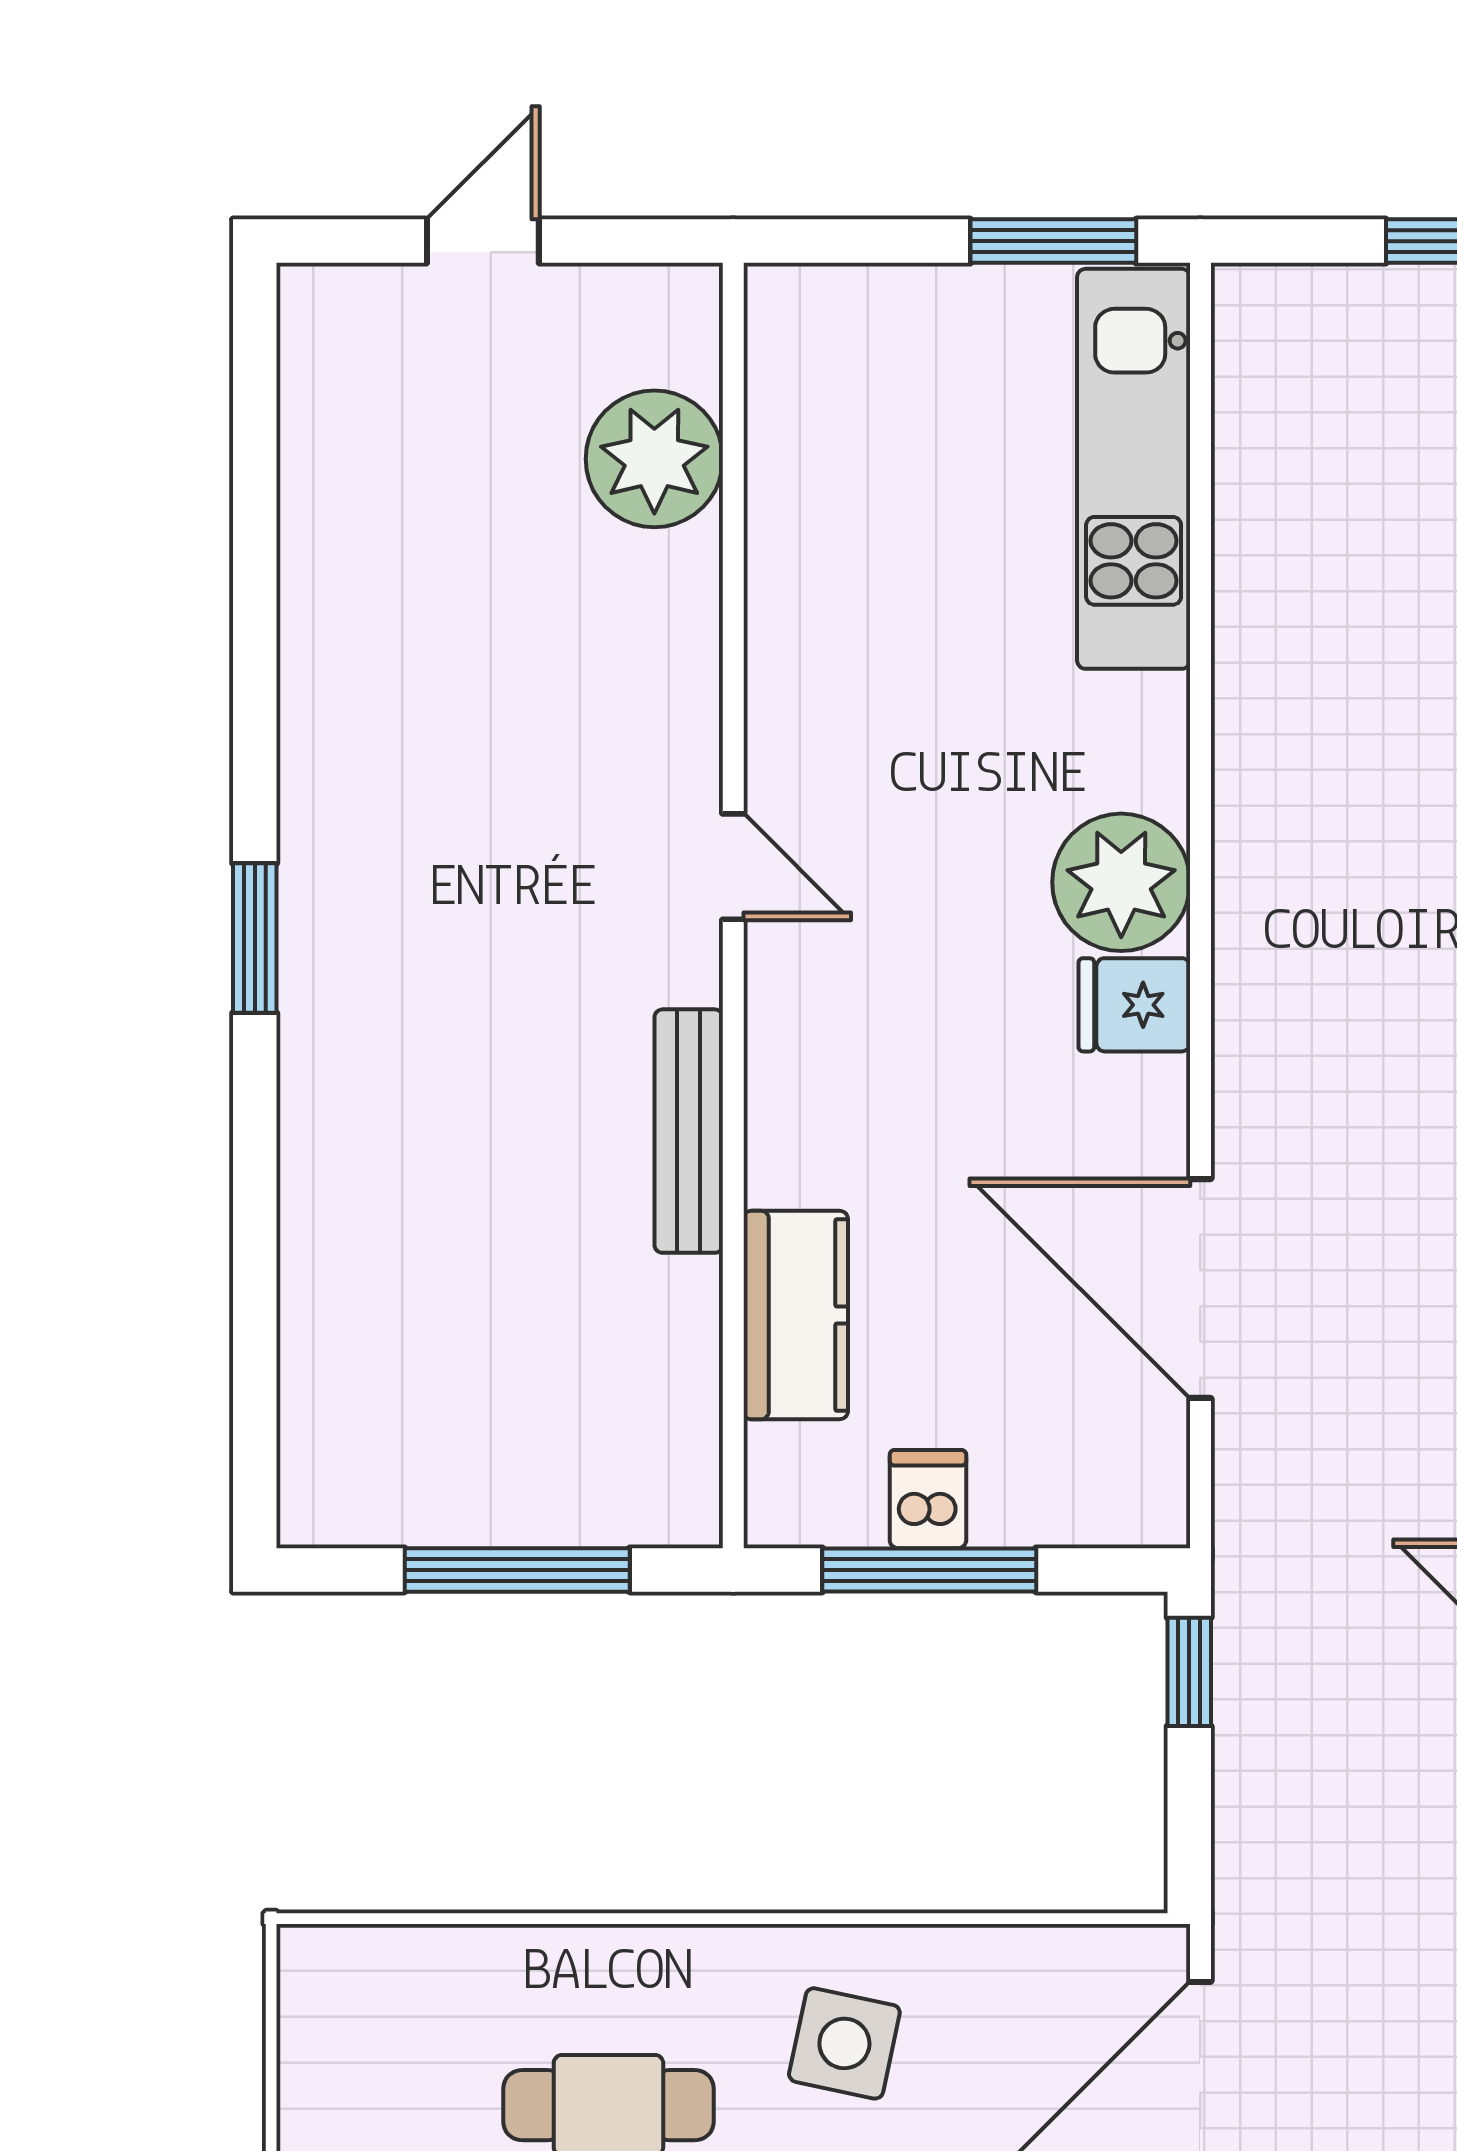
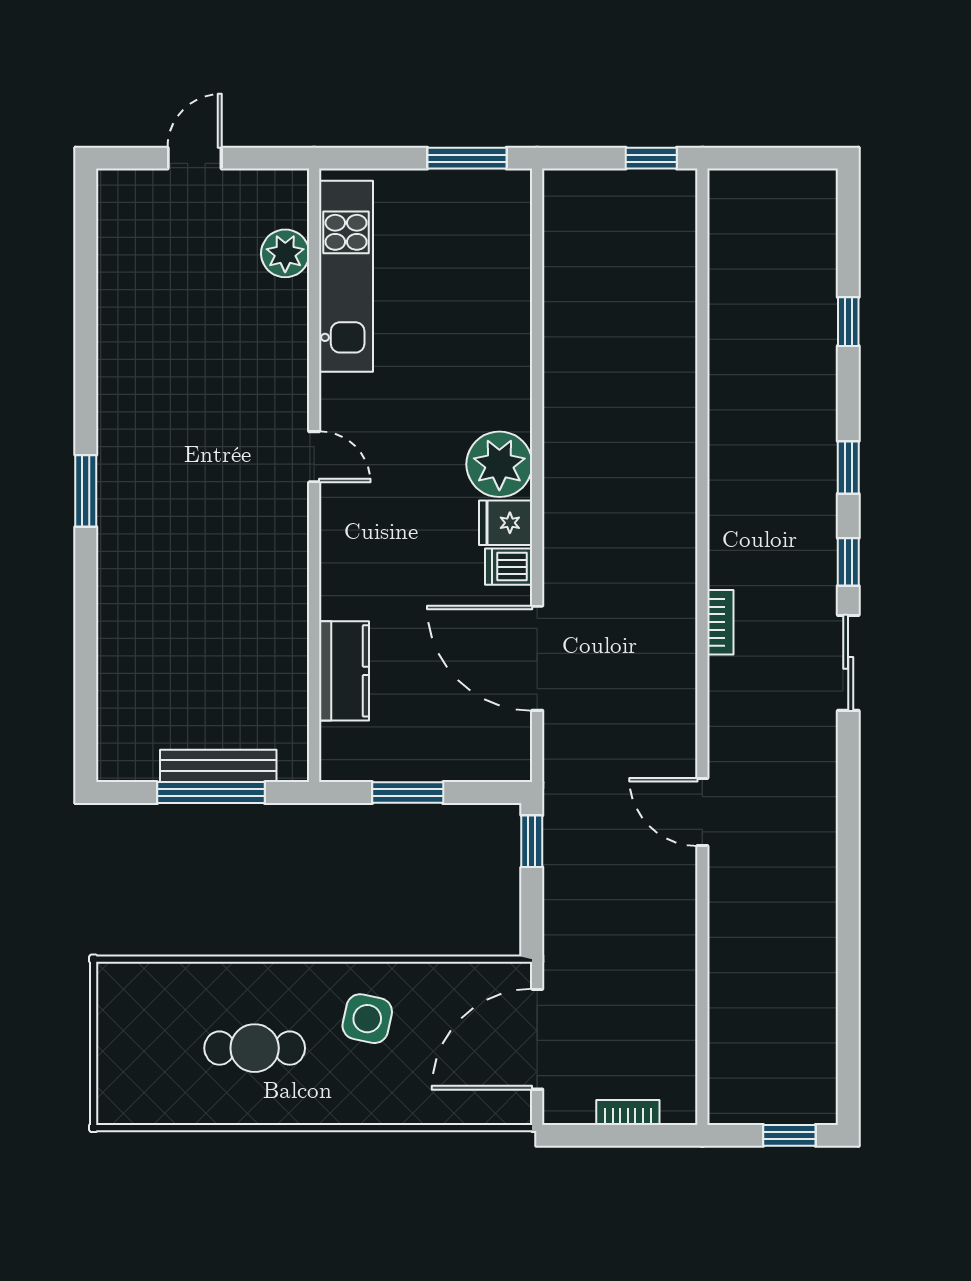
plant: (654, 459) -> (285, 253), width x0.73, depth x0.73
kitchen unit: (1134, 469) -> (346, 276), moved, turned 180
bench: (689, 1131) -> (218, 766), moved, turned 90
dishwasher: (928, 1499) -> (509, 567), moved, turned -90
window: (929, 1570) -> (408, 793), width x0.69

